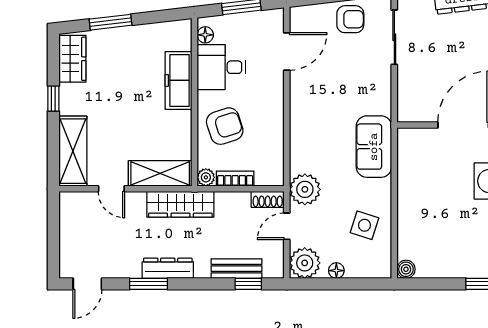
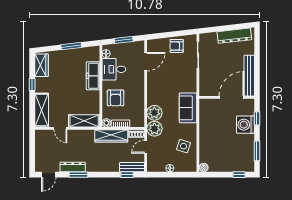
armchair: (350, 19) -> (177, 46), turned 180
window: (110, 22) -> (71, 46), moved
armchair: (225, 126) -> (115, 98), turned 108
wardrobe: (180, 204) -> (111, 136), moved
plant: (305, 263) -> (154, 113), moved
dresser: (168, 268) -> (73, 167), moved
bench: (237, 269) -> (132, 167), moved

